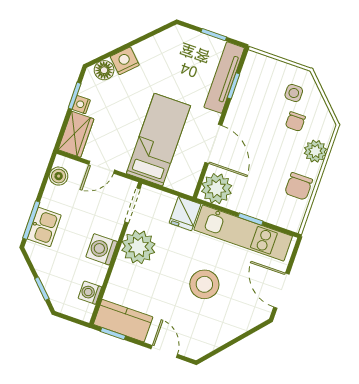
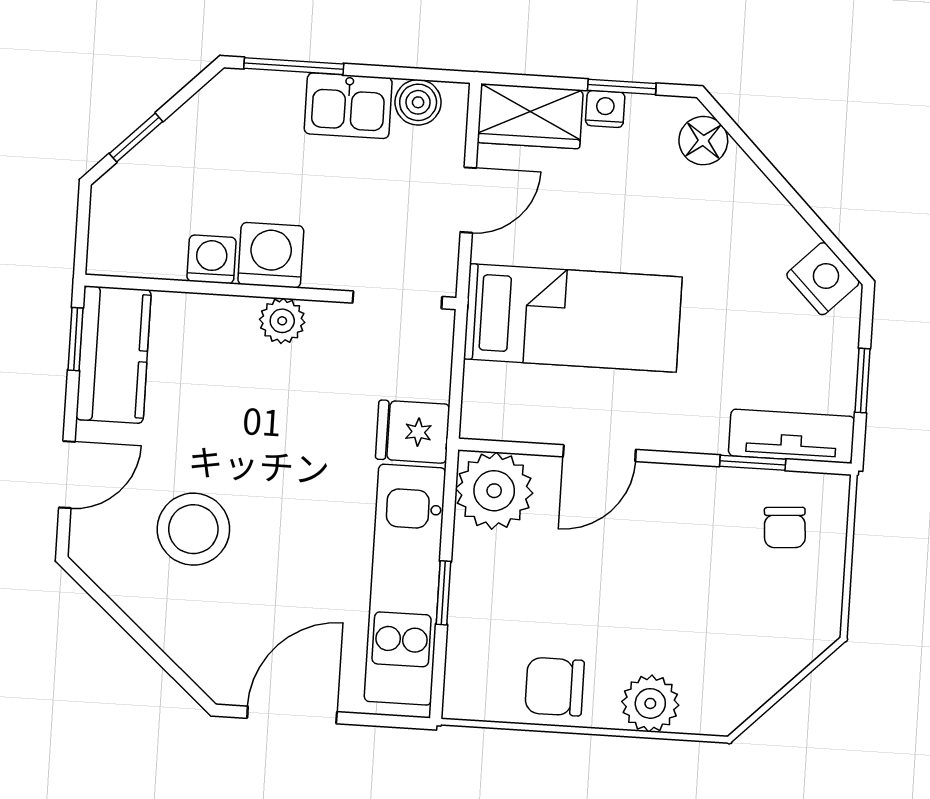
nightstand: (125, 61) -> (823, 279), moved
tv unit: (224, 78) -> (792, 436), width x0.71
side table: (294, 93) -> (776, 612), removed
chair: (295, 122) -> (785, 528), moved, turned -94
door: (213, 144) -> (599, 453), width x0.73
door: (102, 167) -> (468, 200), swing flipped
kitchen sink: (44, 227) -> (348, 106), moved
plant: (138, 247) -> (282, 321), width x0.53, depth x0.53
stool: (204, 284) -> (193, 529), moved
washing machine: (90, 293) -> (211, 259), moved

